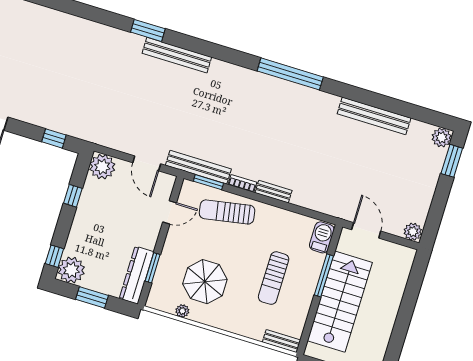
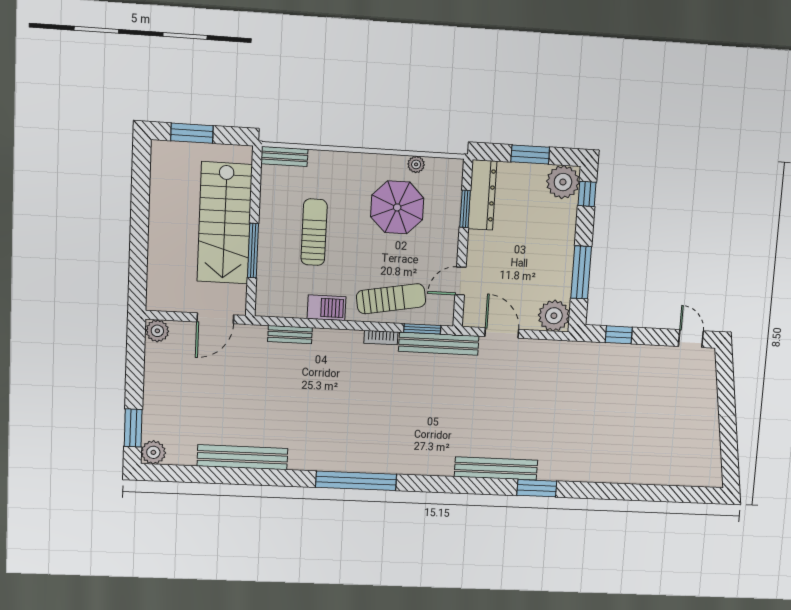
bench: (274, 192) -> (290, 335), moved
window: (73, 196) -> (581, 272), width x2.17
door: (366, 230) -> (215, 318), hinge flipped
barbecue: (322, 237) -> (327, 308), moved, turned -90

